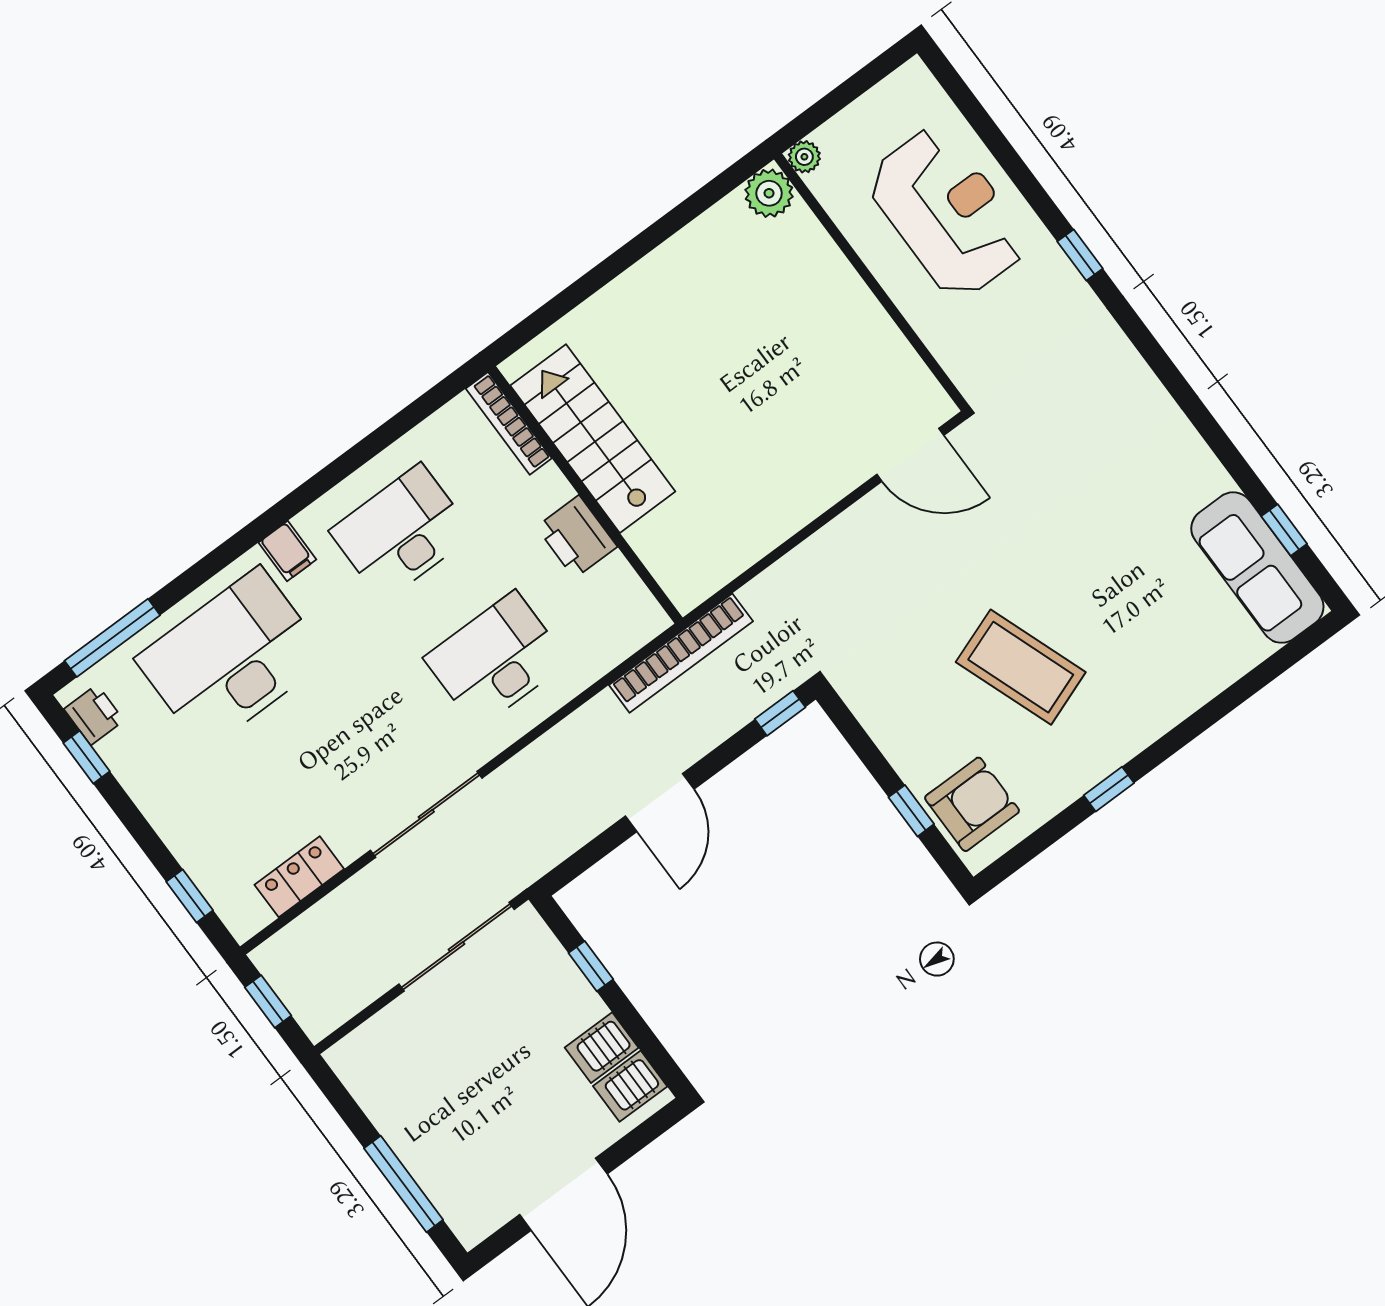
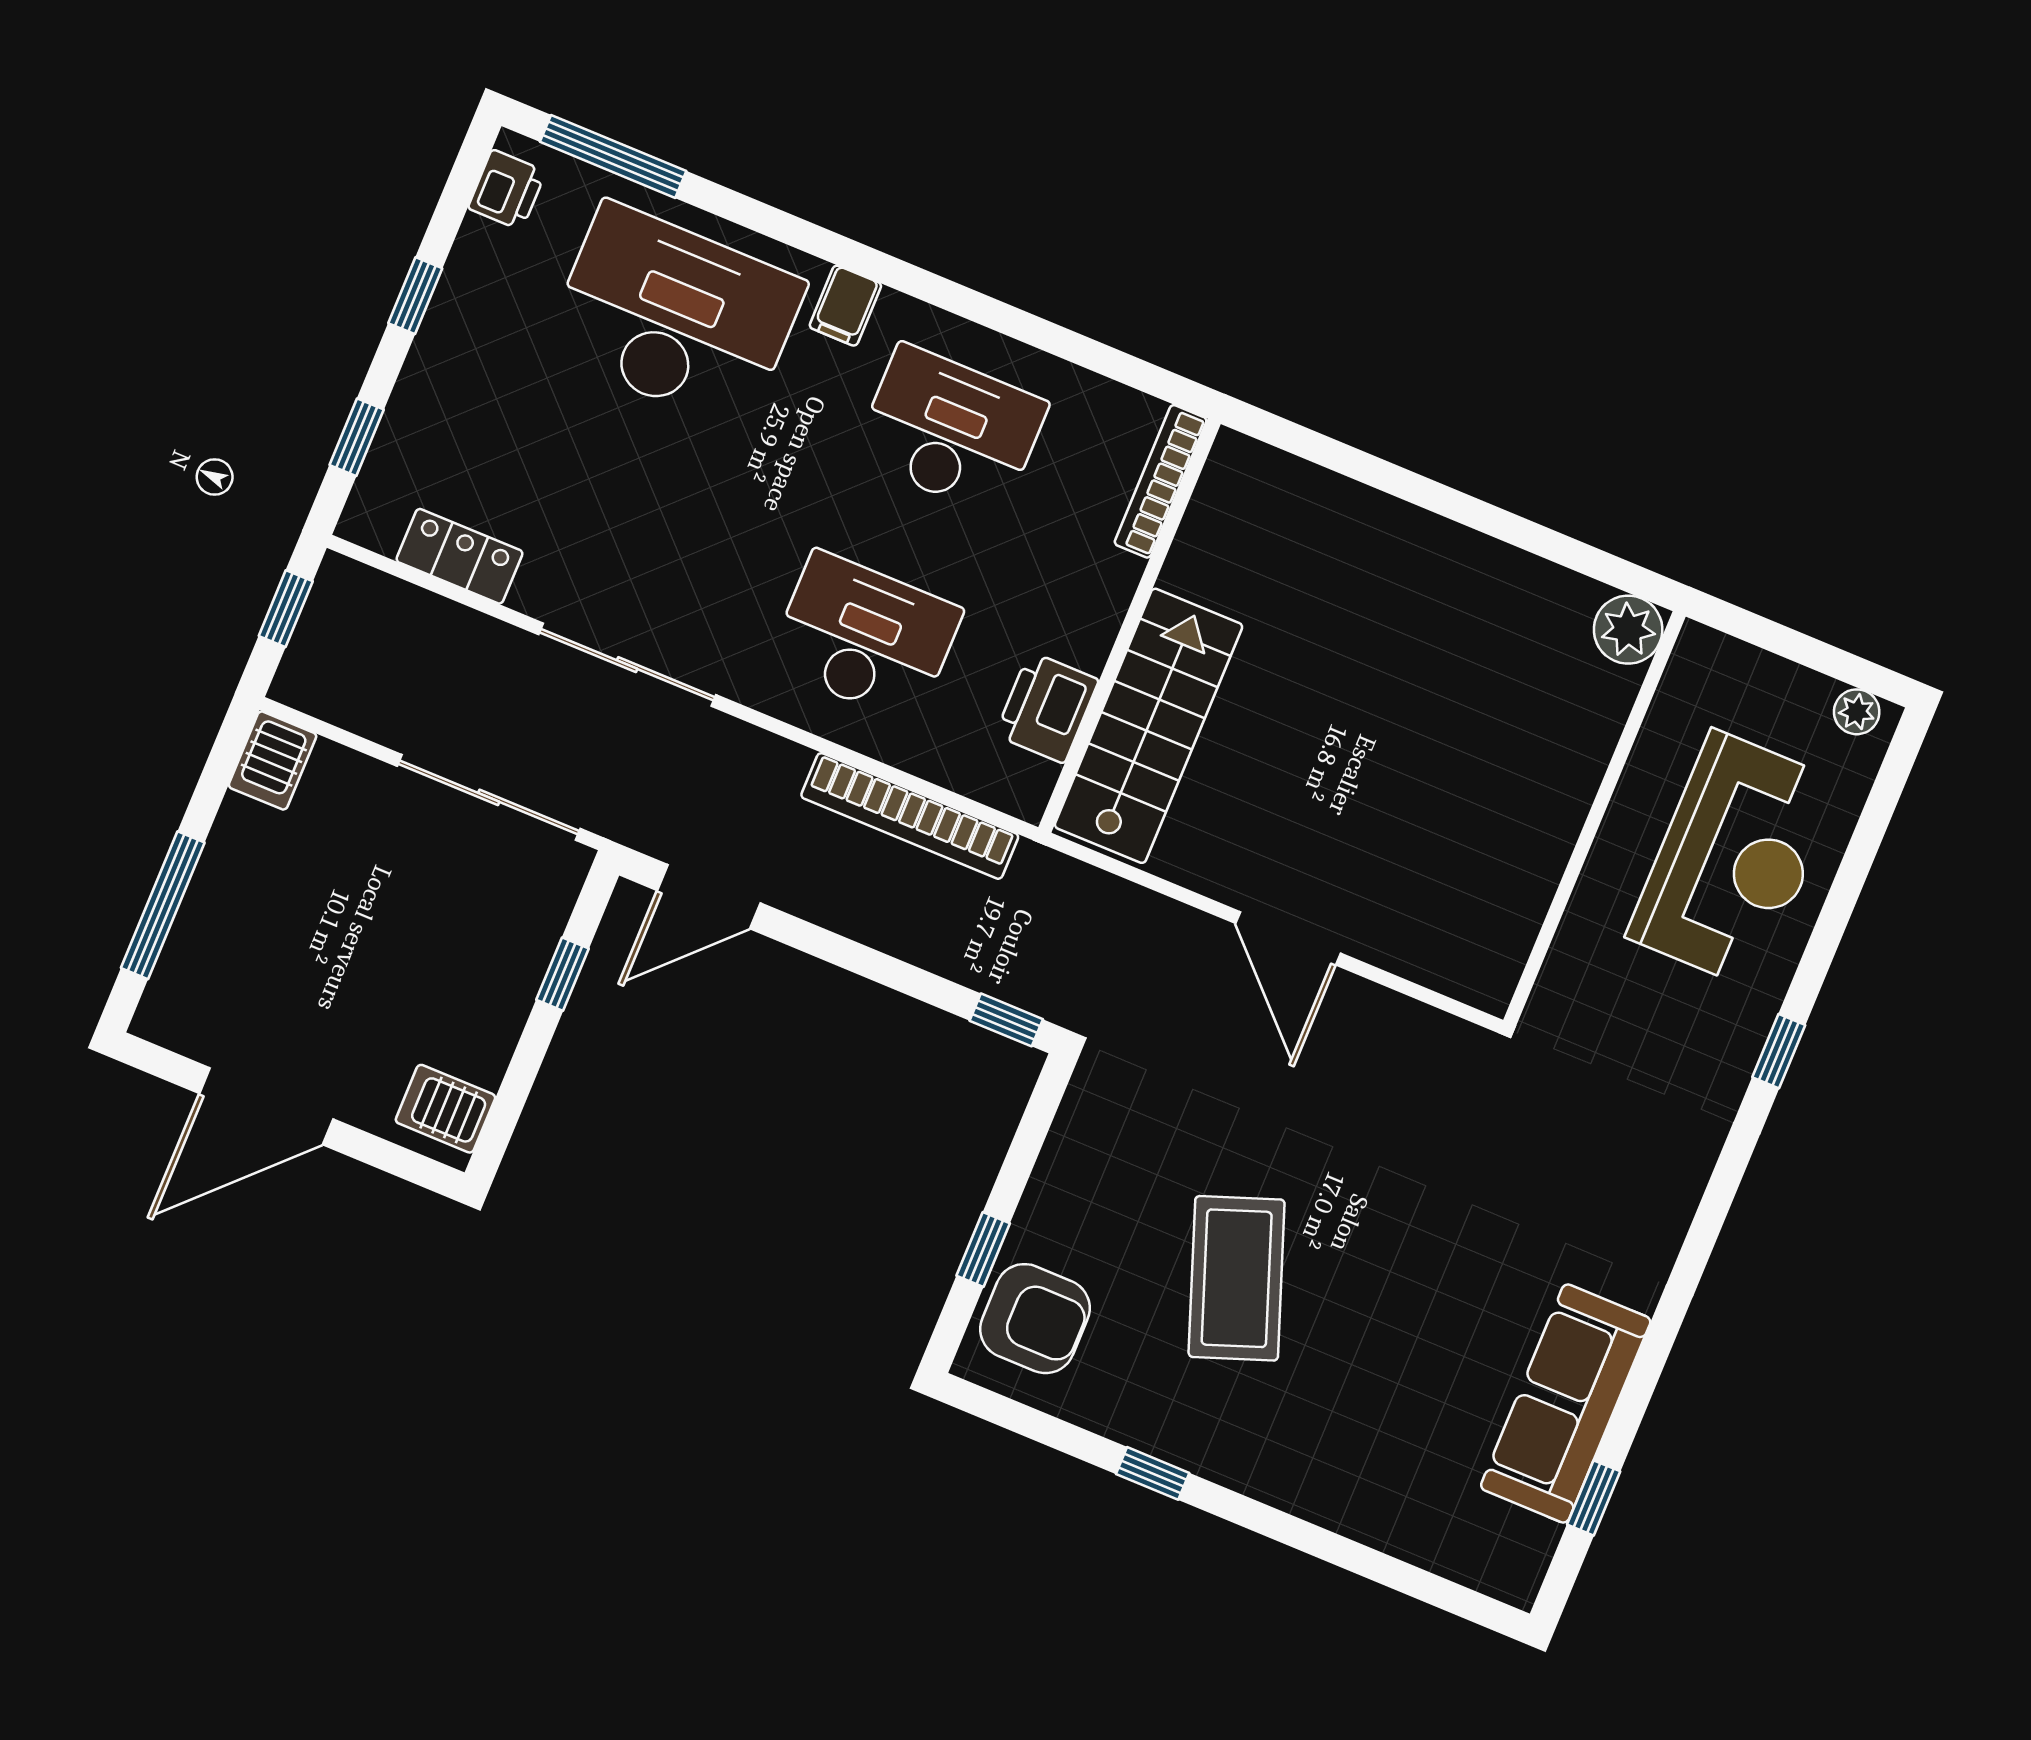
plant: (804, 157) -> (1857, 712), moved
stairs: (593, 439) -> (1149, 726), moved
door: (910, 455) -> (1288, 938), moved
printer: (577, 537) -> (1047, 707), moved
sofa: (1257, 568) -> (1566, 1403), moved
bookcase: (681, 653) -> (910, 816), moved
window: (86, 757) -> (415, 296), moved
door: (660, 803) -> (709, 897), moved
server rack: (602, 1048) -> (273, 761), moved, turned -90

